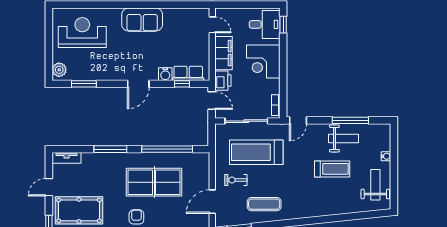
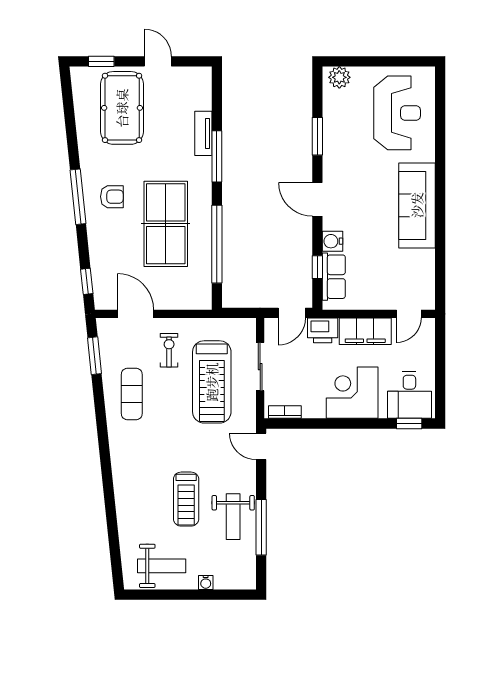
sofa: (142, 20) -> (417, 205), width x1.36
window: (84, 84) -> (317, 136), moved
sliding door: (246, 121) -> (260, 367), width x0.73
treadmill: (256, 152) -> (212, 382), turned 180
tv unit: (67, 158) -> (203, 133), moved

